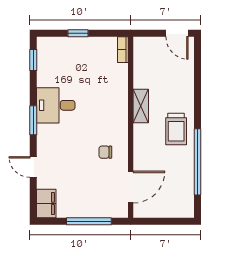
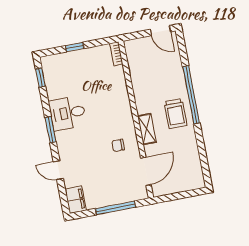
shelving: (141, 106) -> (147, 129), moved
window: (197, 162) -> (191, 95), moved

